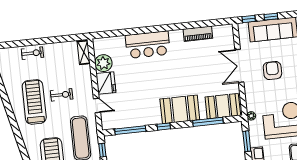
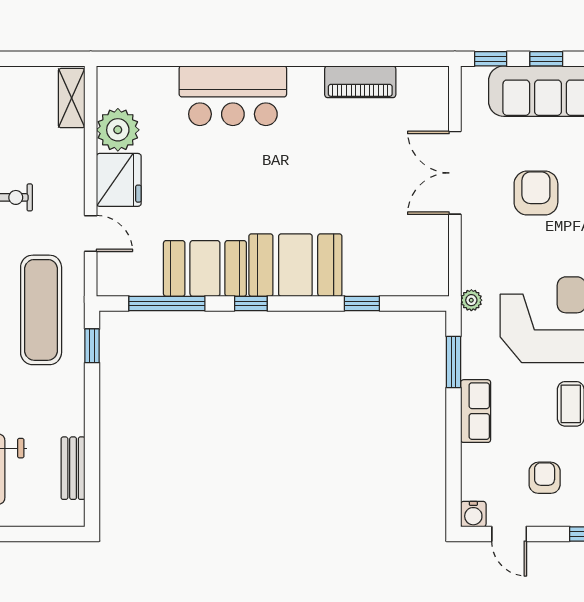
booth: (223, 106) -> (205, 268), moved
window: (208, 122) -> (362, 303), width x0.46

